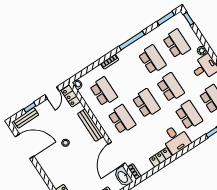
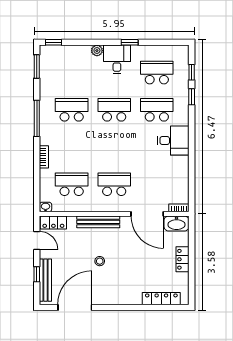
school desk: (177, 44) -> (72, 73), removed
school desk: (146, 103) -> (114, 147), removed
bench: (26, 118) -> (45, 280), width x1.36
locker: (161, 157) -> (182, 169), removed

